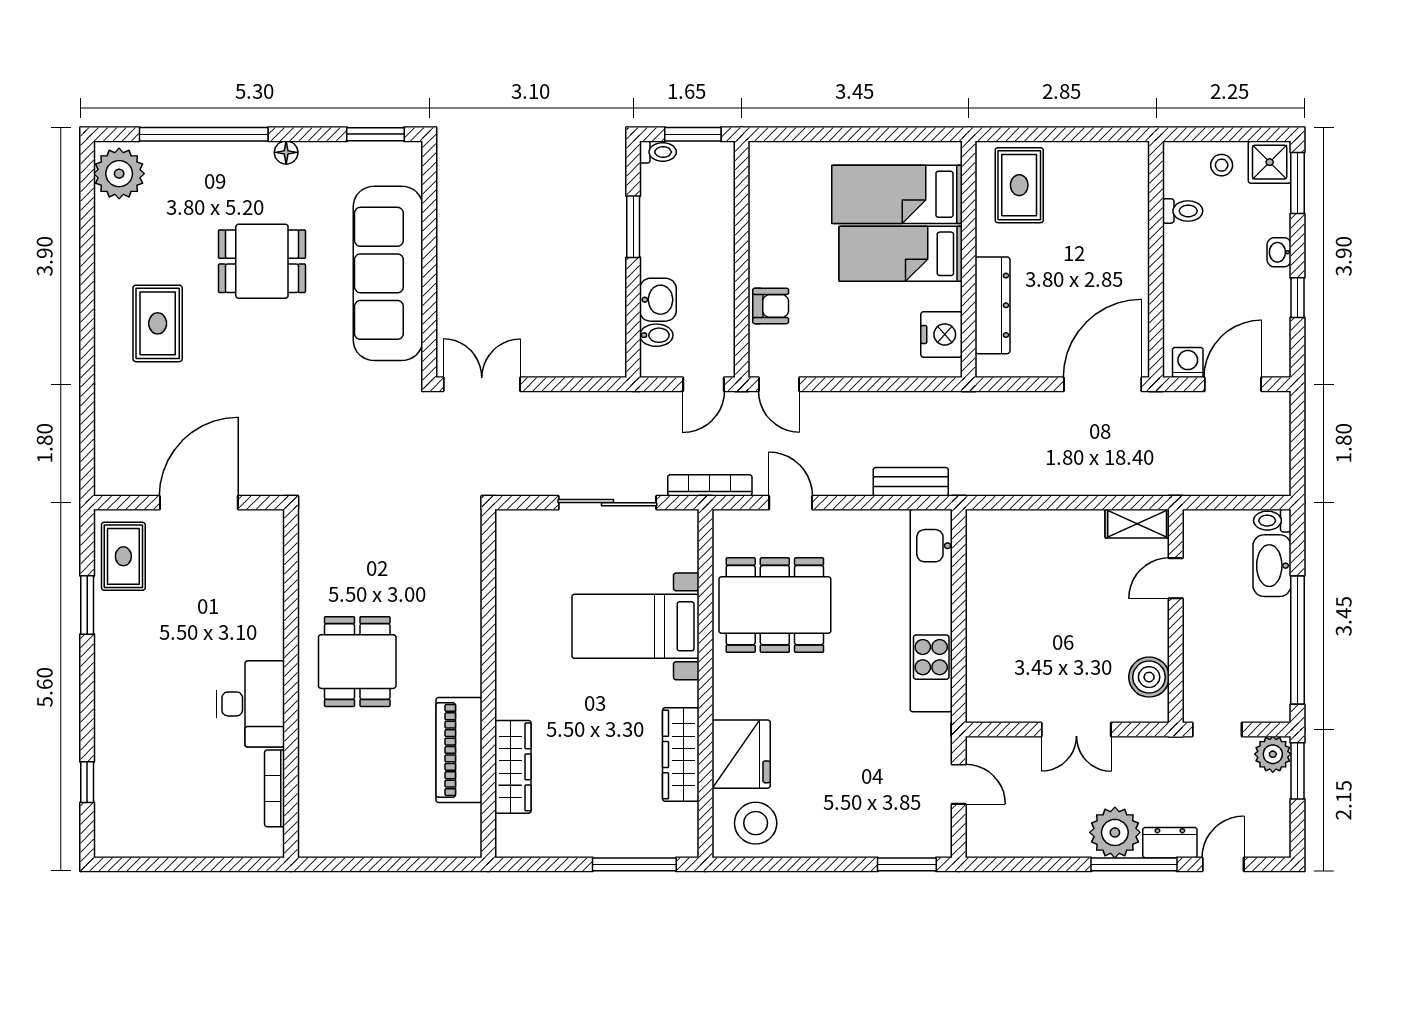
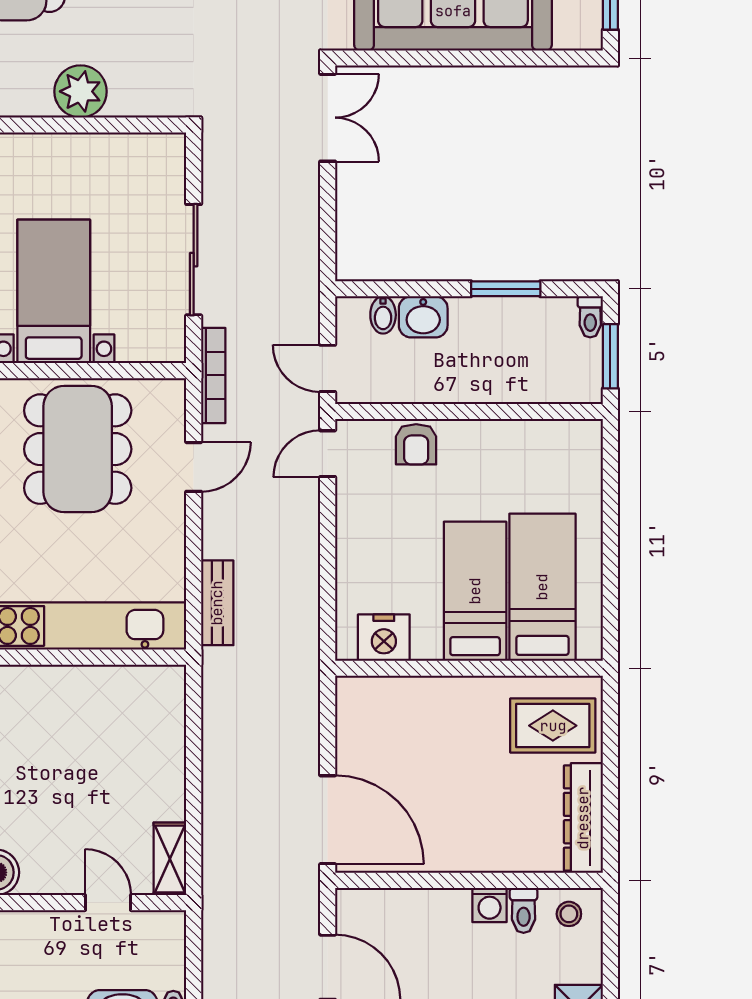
stool: (1222, 165) -> (569, 914), moved
dresser: (992, 305) -> (583, 818), moved, turned 90
washing machine: (1188, 362) -> (490, 905), moved, turned 90
plant: (459, 603) -> (81, 91), added

